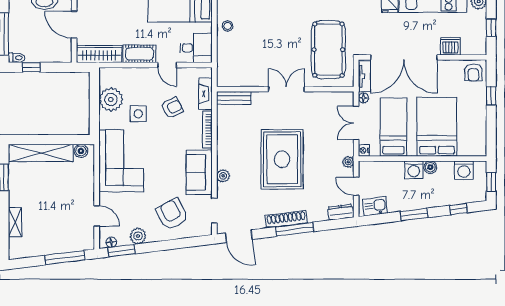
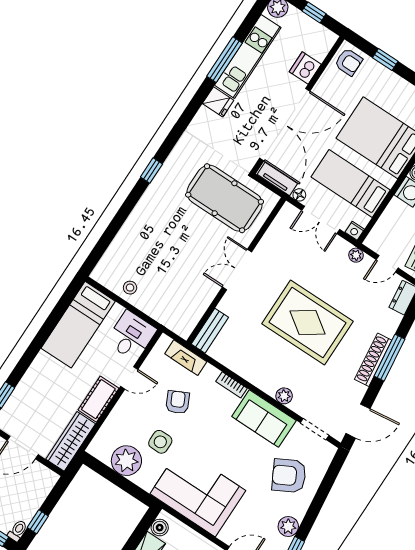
bookcase: (207, 129) -> (232, 385), width x0.64

